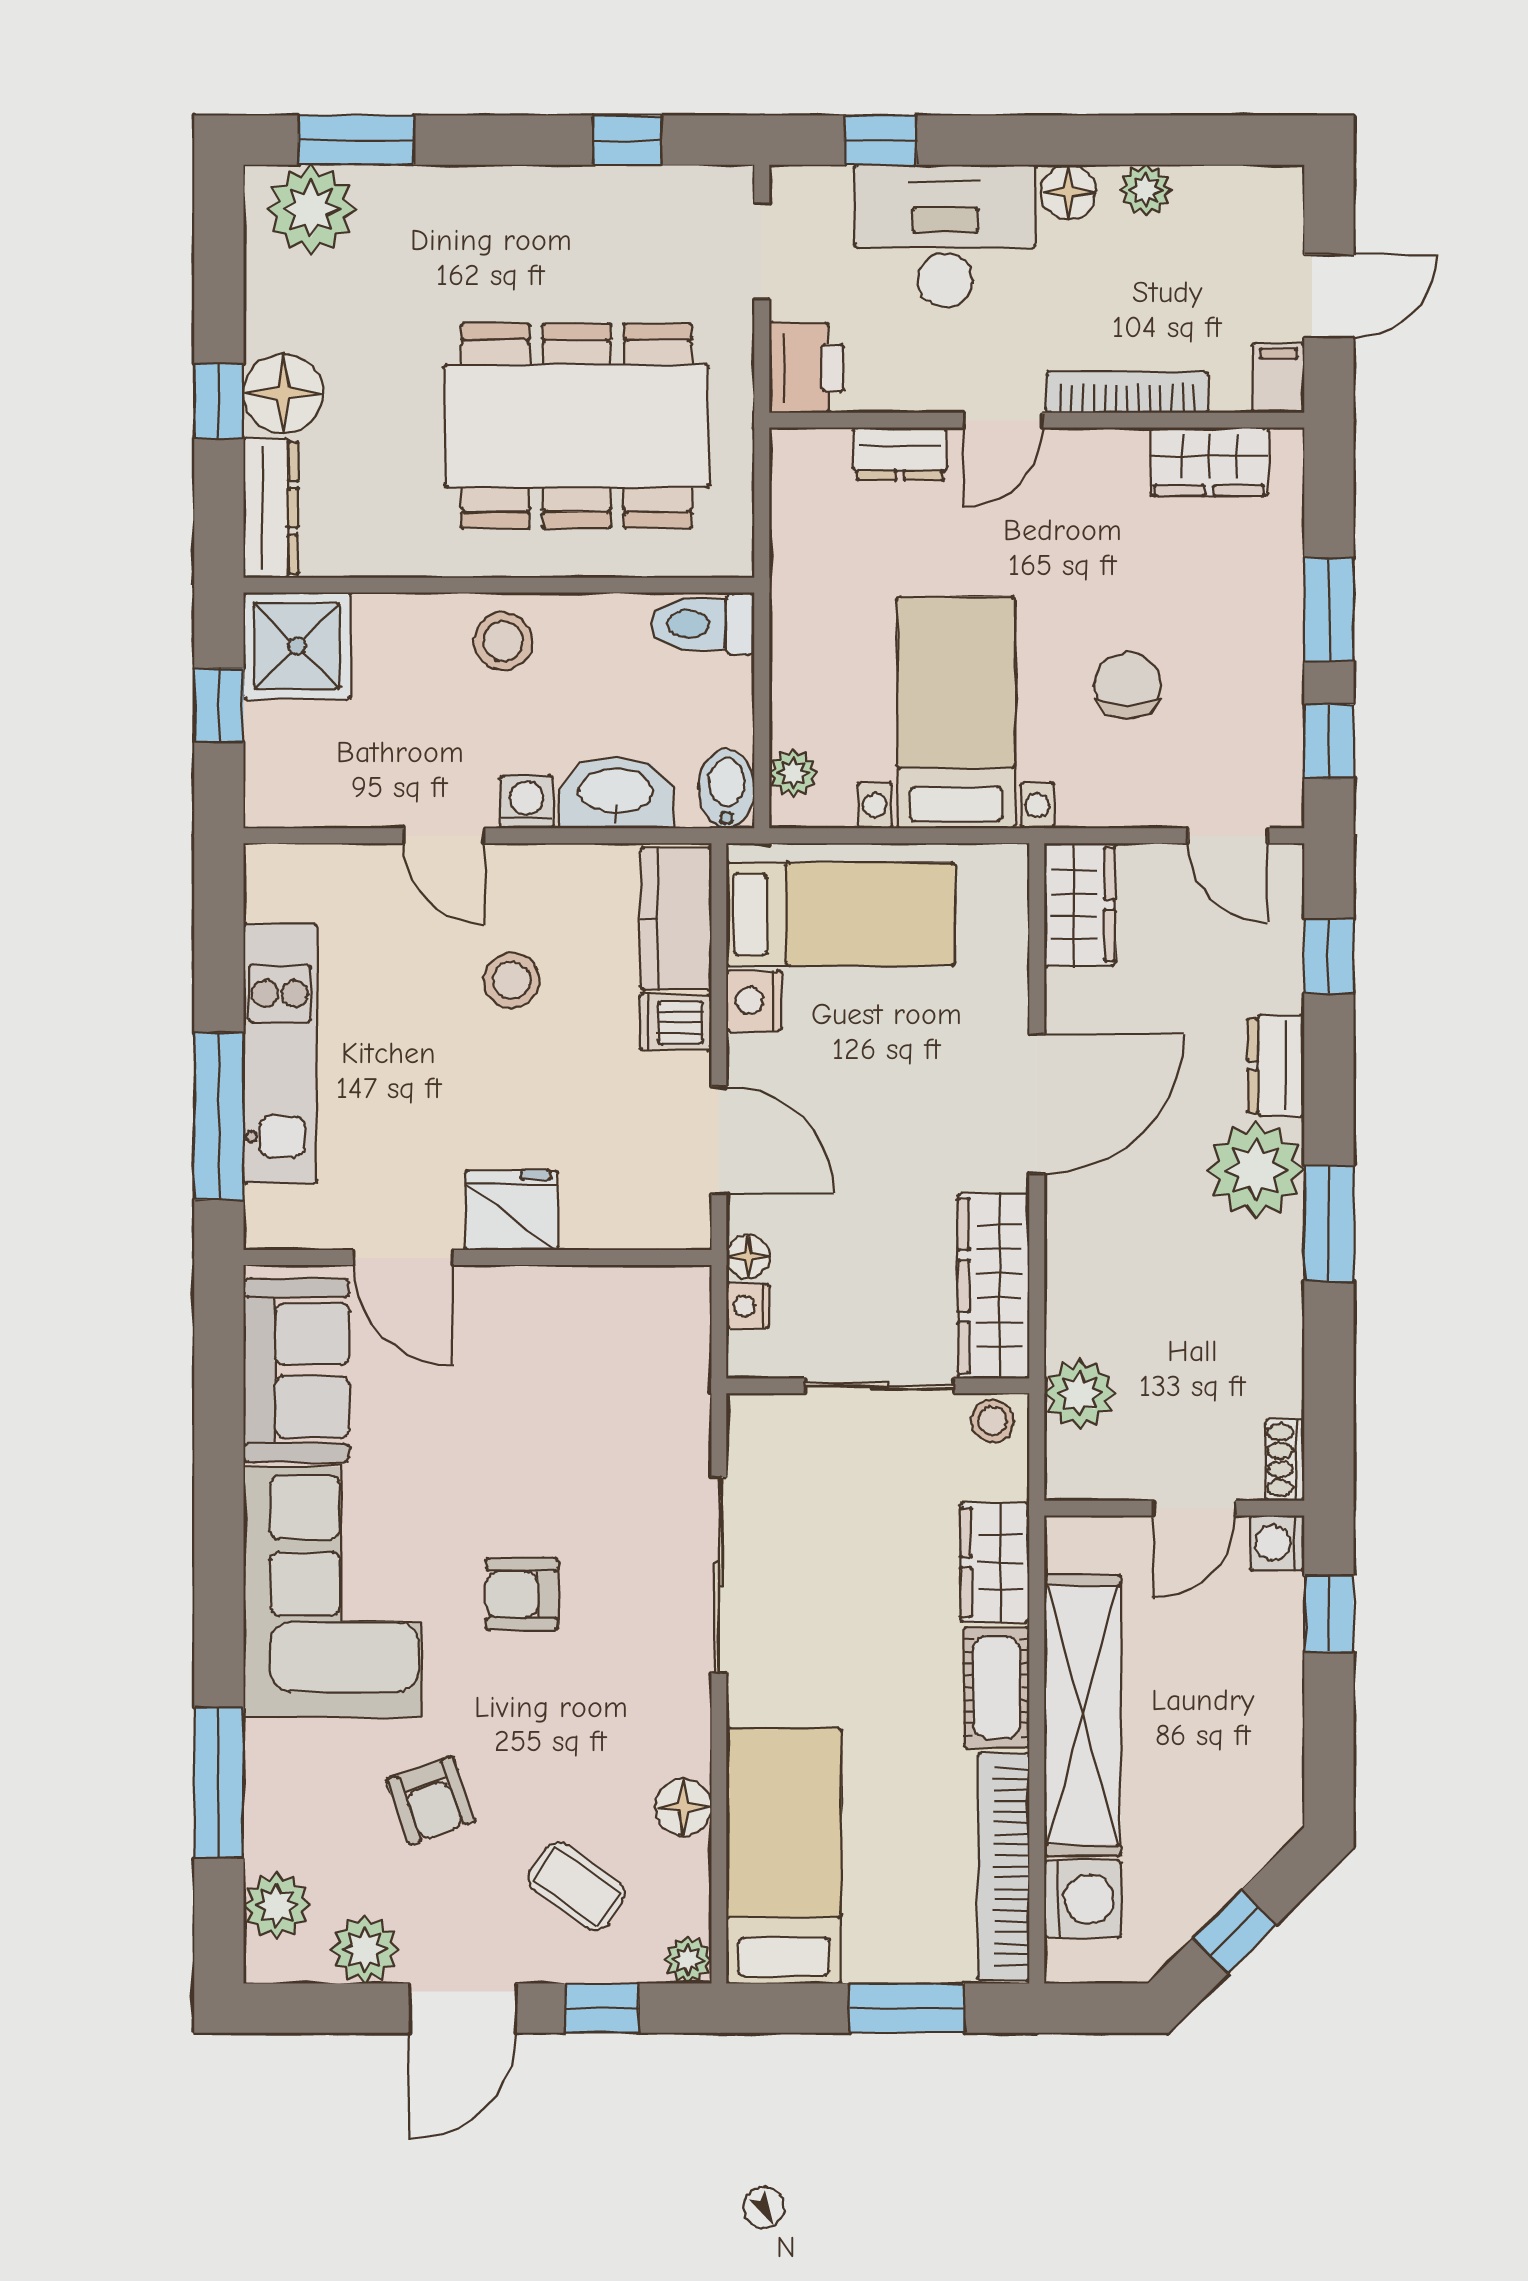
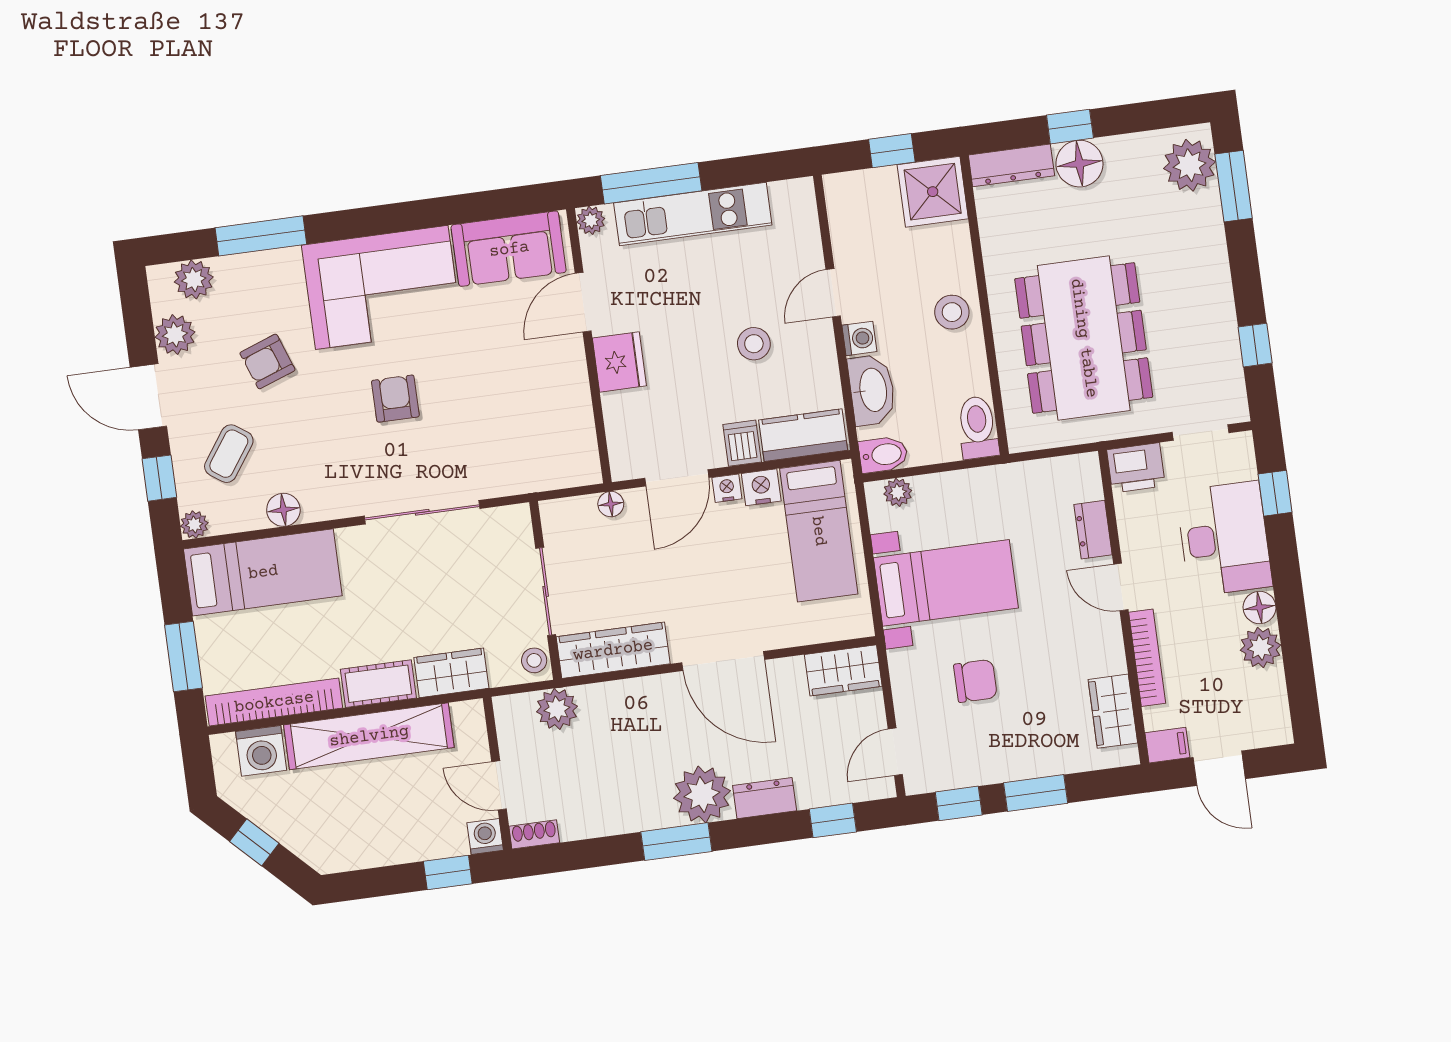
plant: (1145, 190) -> (1261, 648), width x1.38, depth x1.38
plant: (268, 1226) -> (591, 220), added
nightstand: (748, 1306) -> (727, 488), moved

